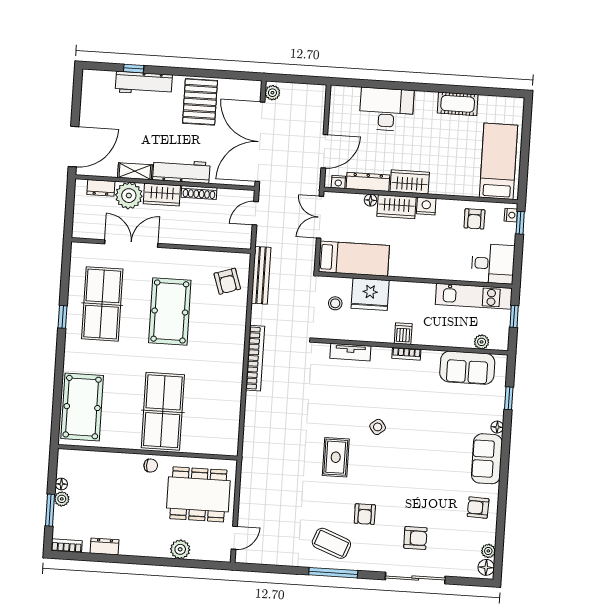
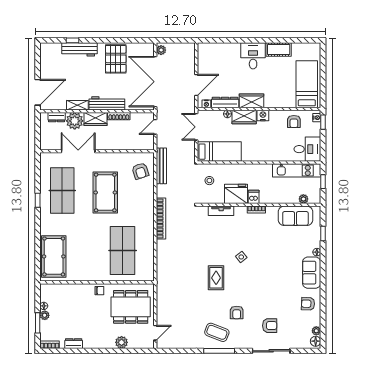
desk: (387, 109) -> (253, 56), moved, width x0.73
fridge: (370, 294) -> (236, 194), moved, turned 180
table tennis table: (163, 411) -> (123, 251), moved

